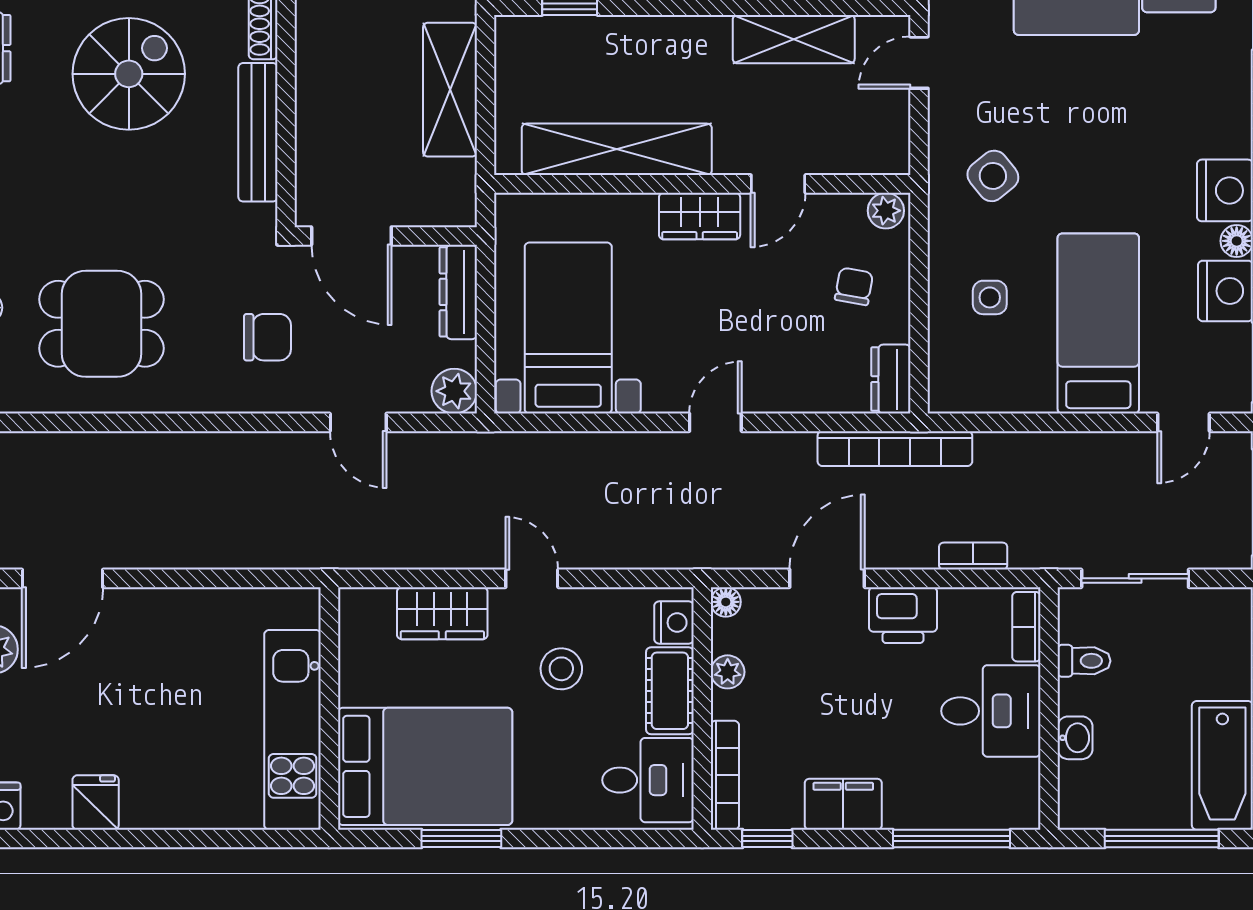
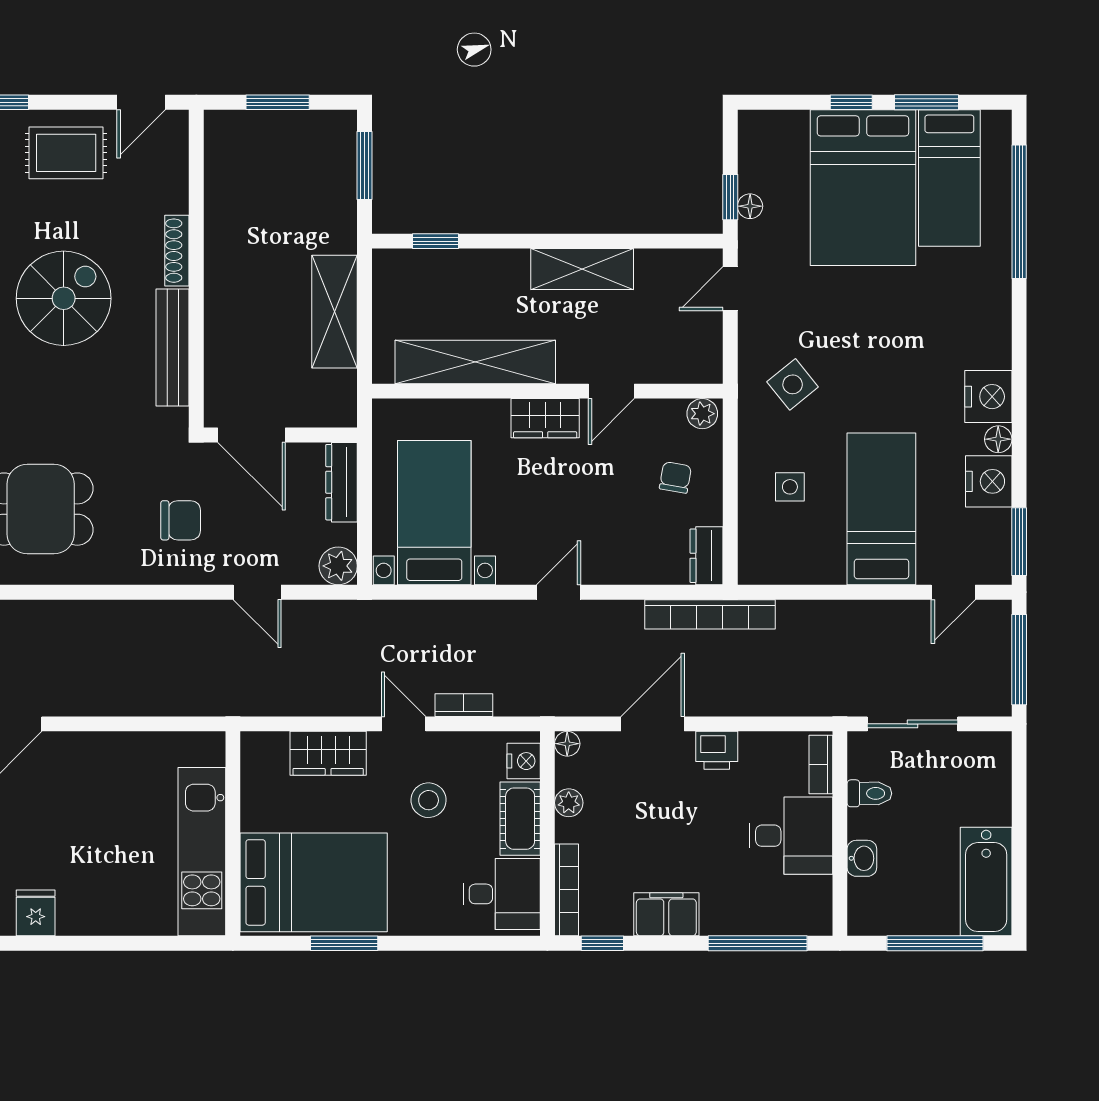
shelving: (794, 39) -> (582, 269), moved
bookcase: (973, 556) -> (464, 705), moved
printer: (903, 615) -> (717, 750), width x0.73, depth x0.81

